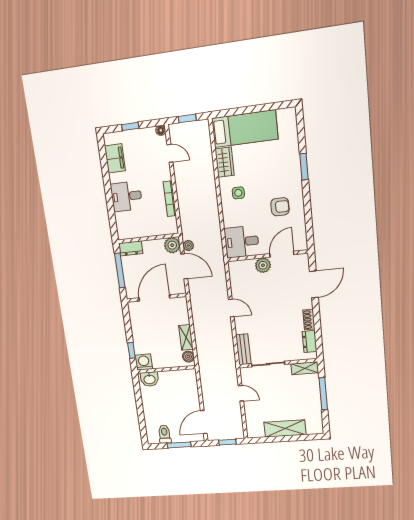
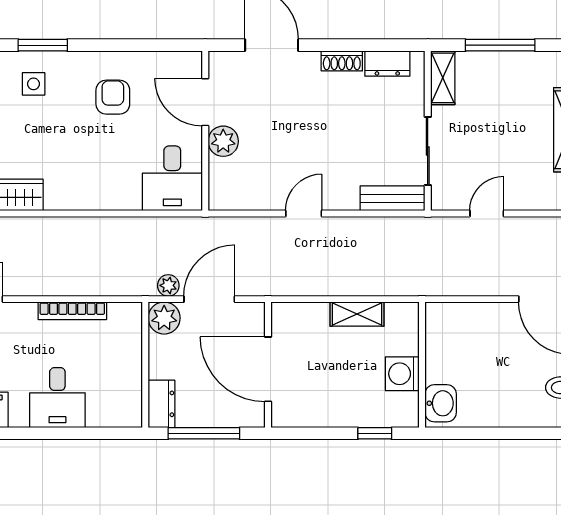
side table: (238, 193) -> (34, 84), moved
boiler: (188, 357) -> (398, 314), removed
washing machine: (144, 362) -> (402, 374), moved

